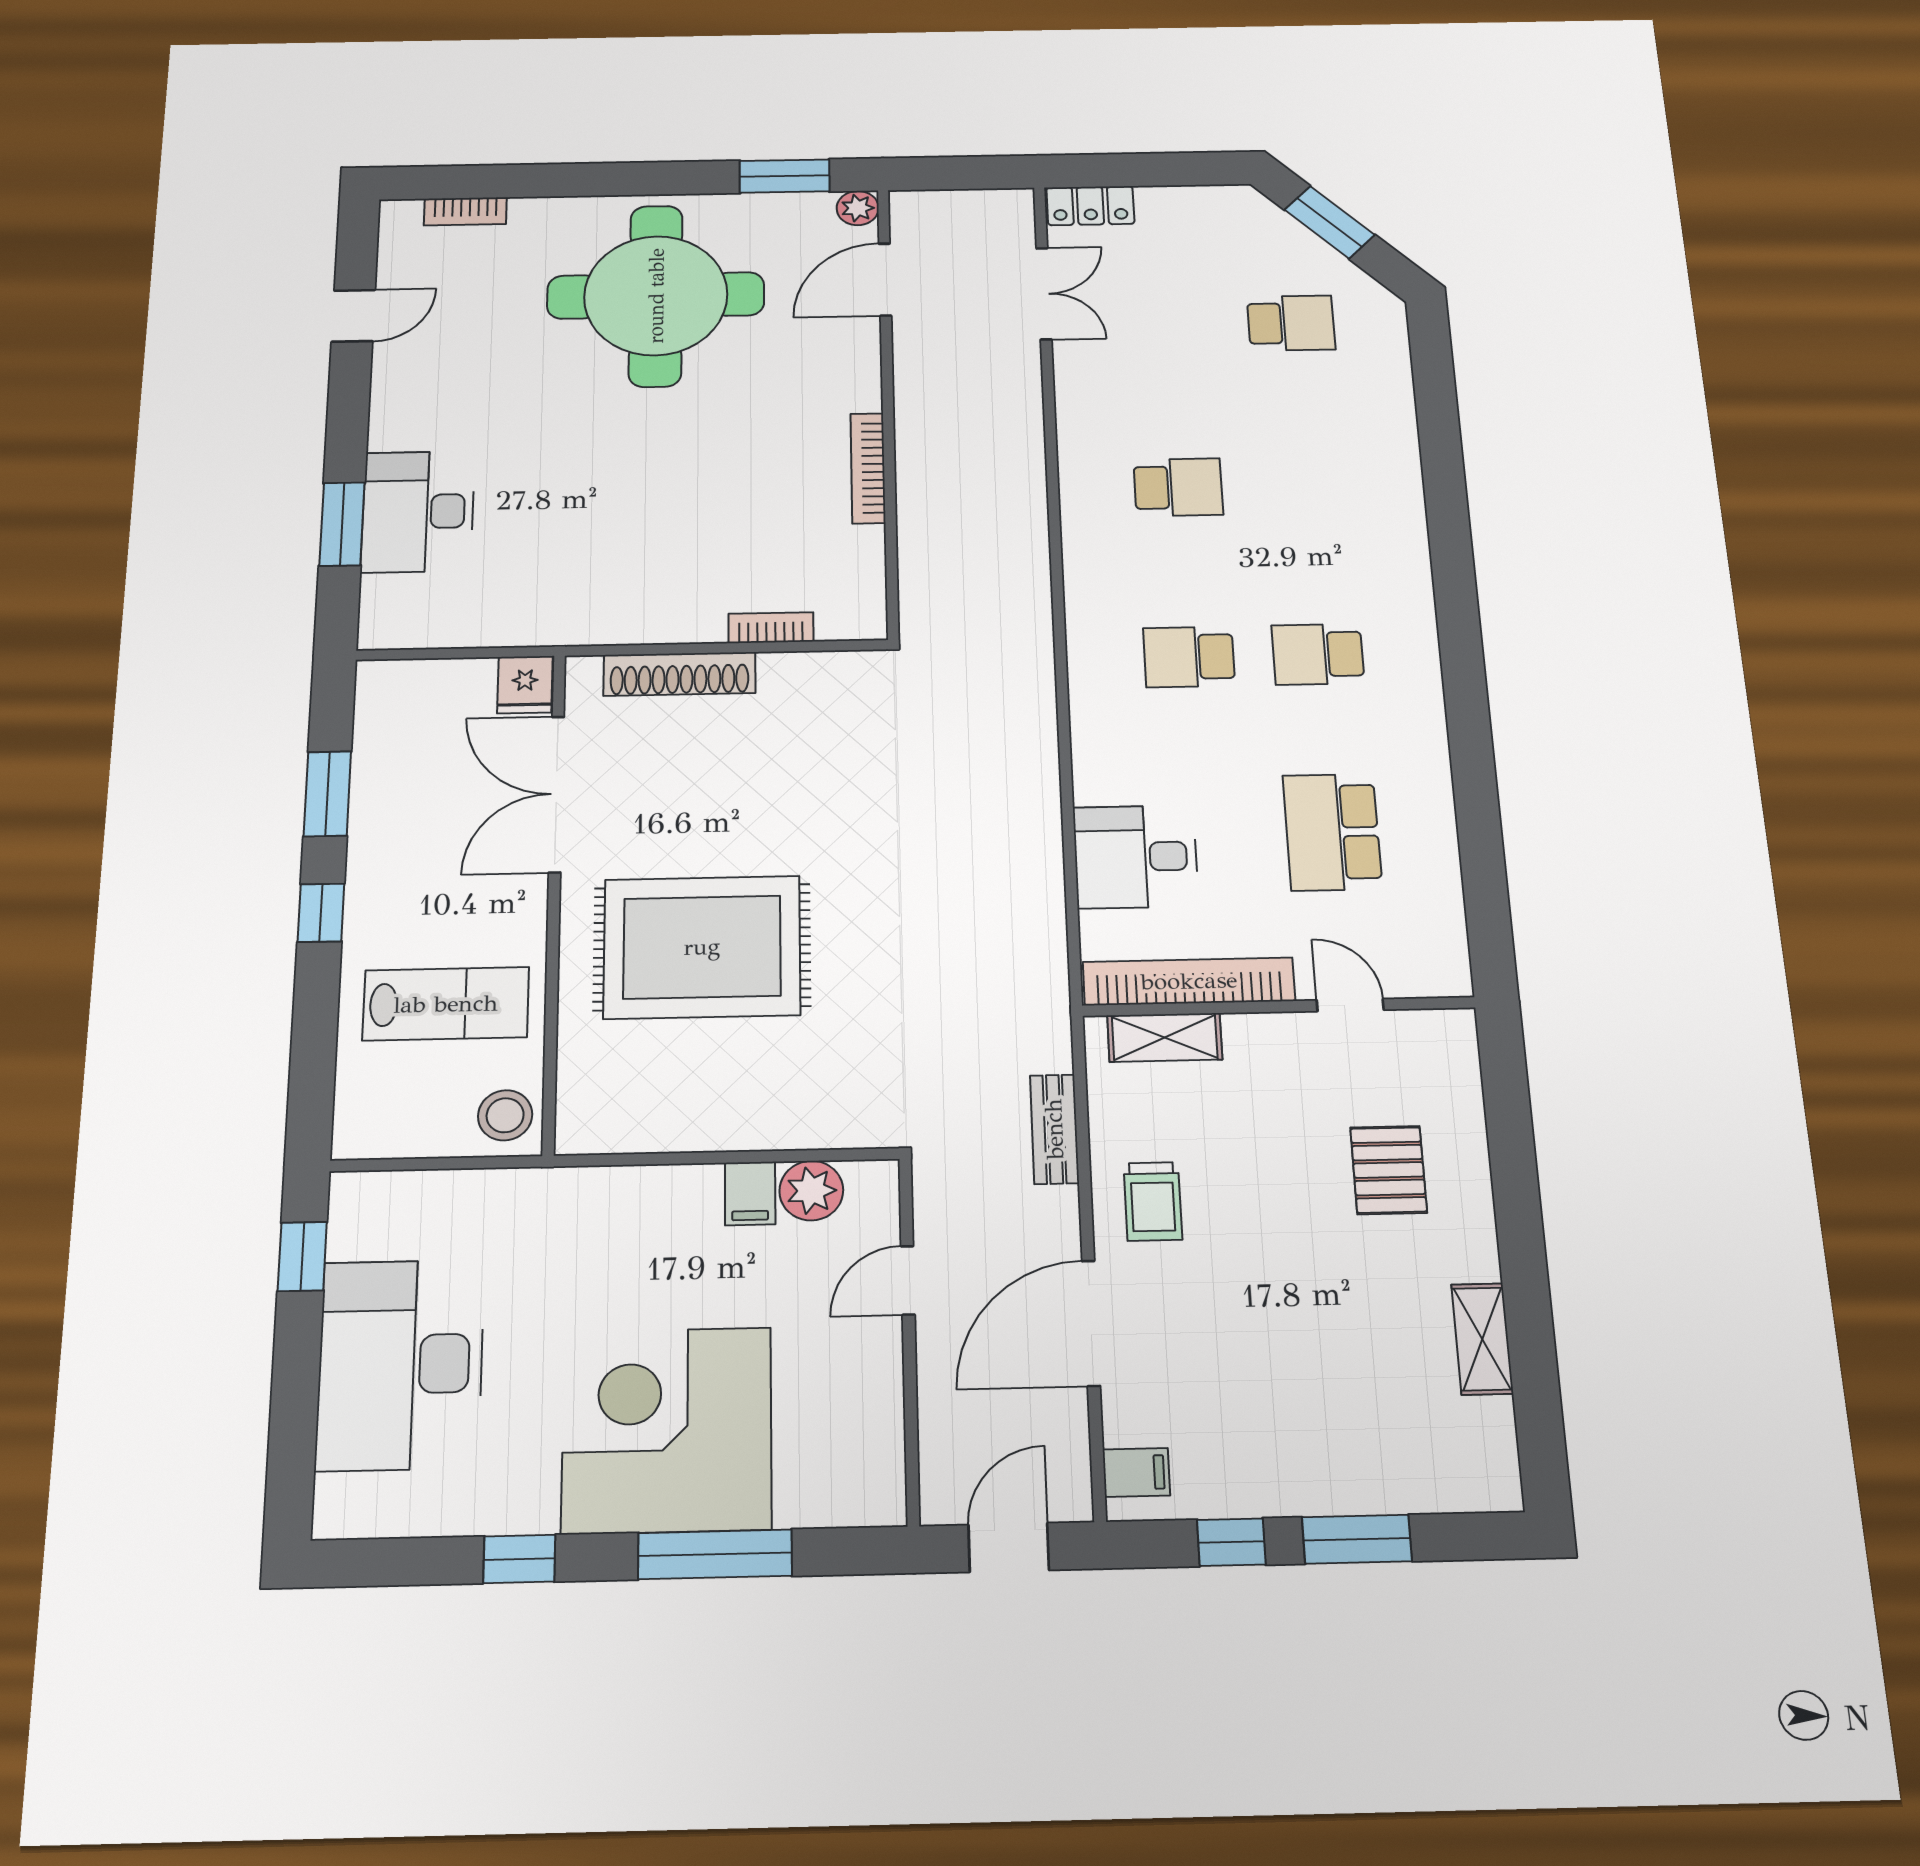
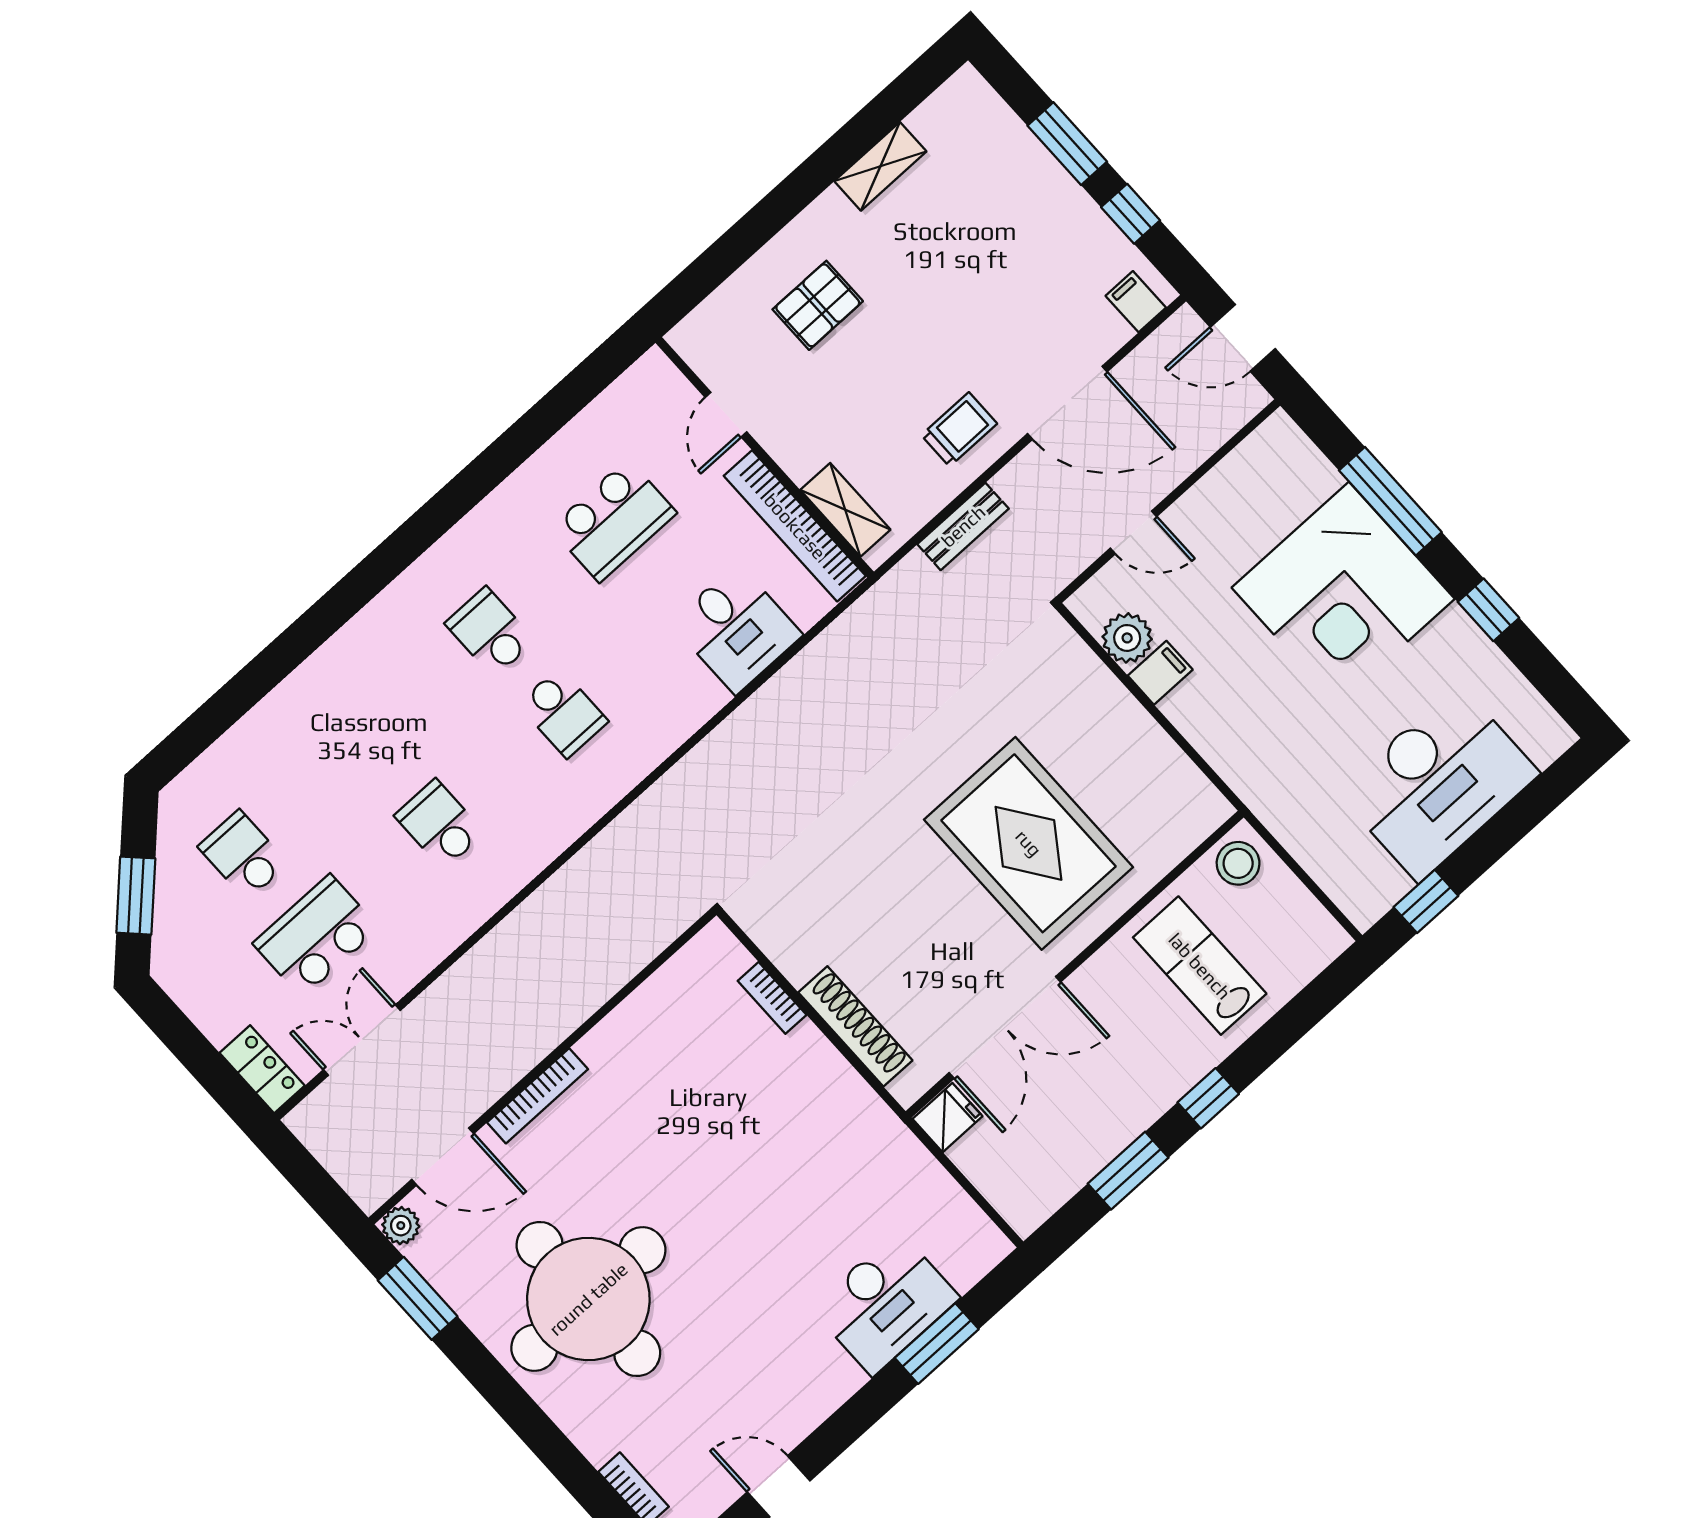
school desk: (1168, 325) -> (316, 936), added
bookcase: (868, 468) -> (538, 1096), moved
school desk: (1318, 654) -> (490, 632), turned 180

